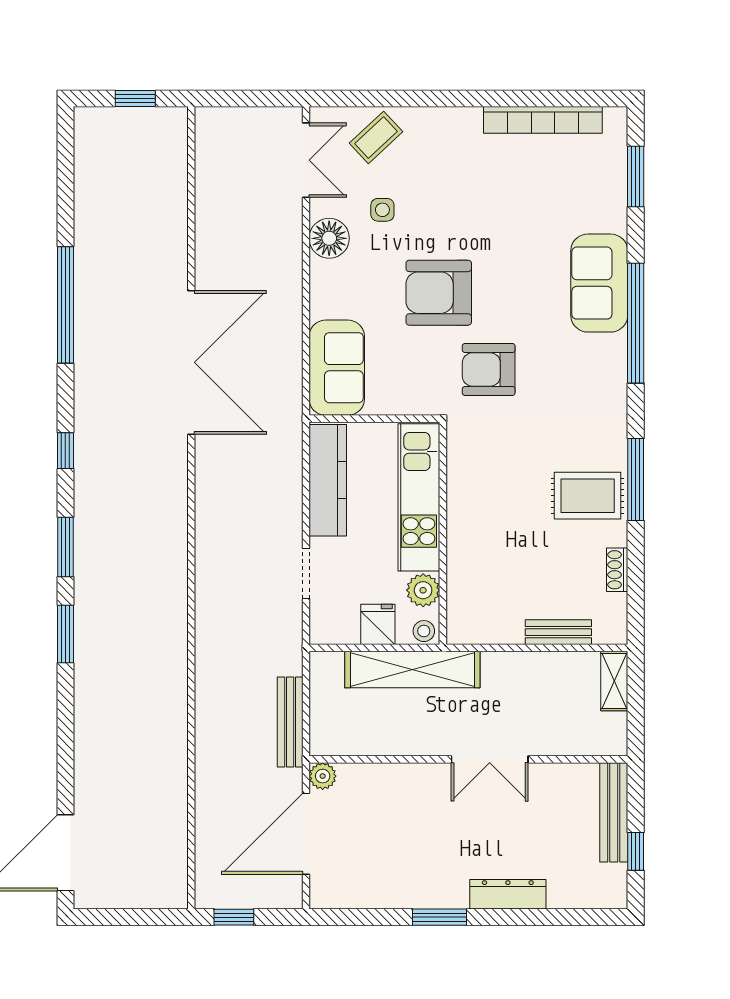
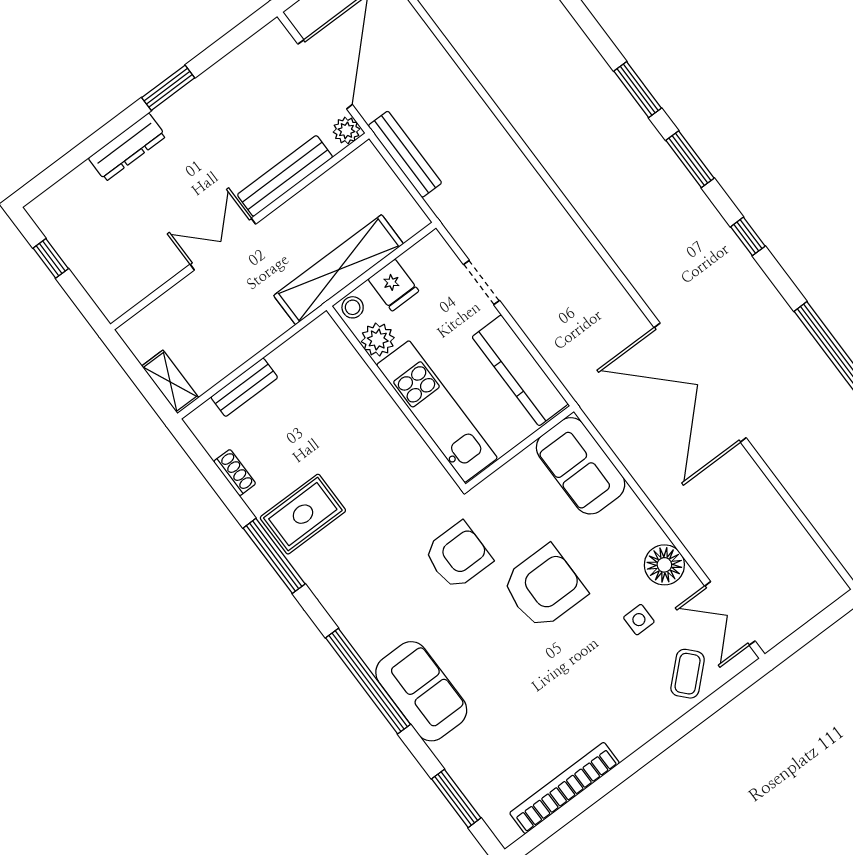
bench: (614, 812) -> (285, 176), moved, turned 90

